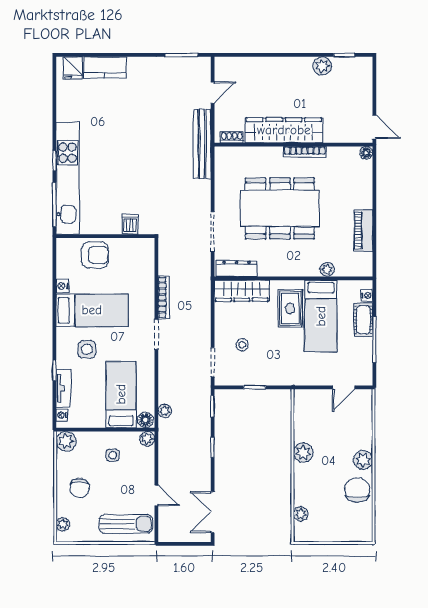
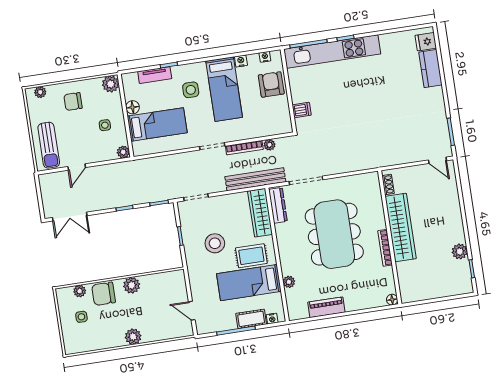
door: (213, 93) -> (437, 160), moved
door: (374, 127) -> (415, 303), removed
bench: (202, 144) -> (255, 179), moved
armchair: (95, 255) -> (271, 84), turned 180
stool: (242, 345) -> (215, 243), moved, width x1.89, depth x1.89
plant: (165, 411) -> (269, 145), moved
nightstand: (62, 415) -> (265, 57), moved
floor lamp: (145, 420) -> (133, 107), moved
chair: (357, 490) -> (104, 294), moved, turned 180
double door: (213, 512) -> (70, 217), swing flipped
side table: (331, 516) -> (81, 317), added

